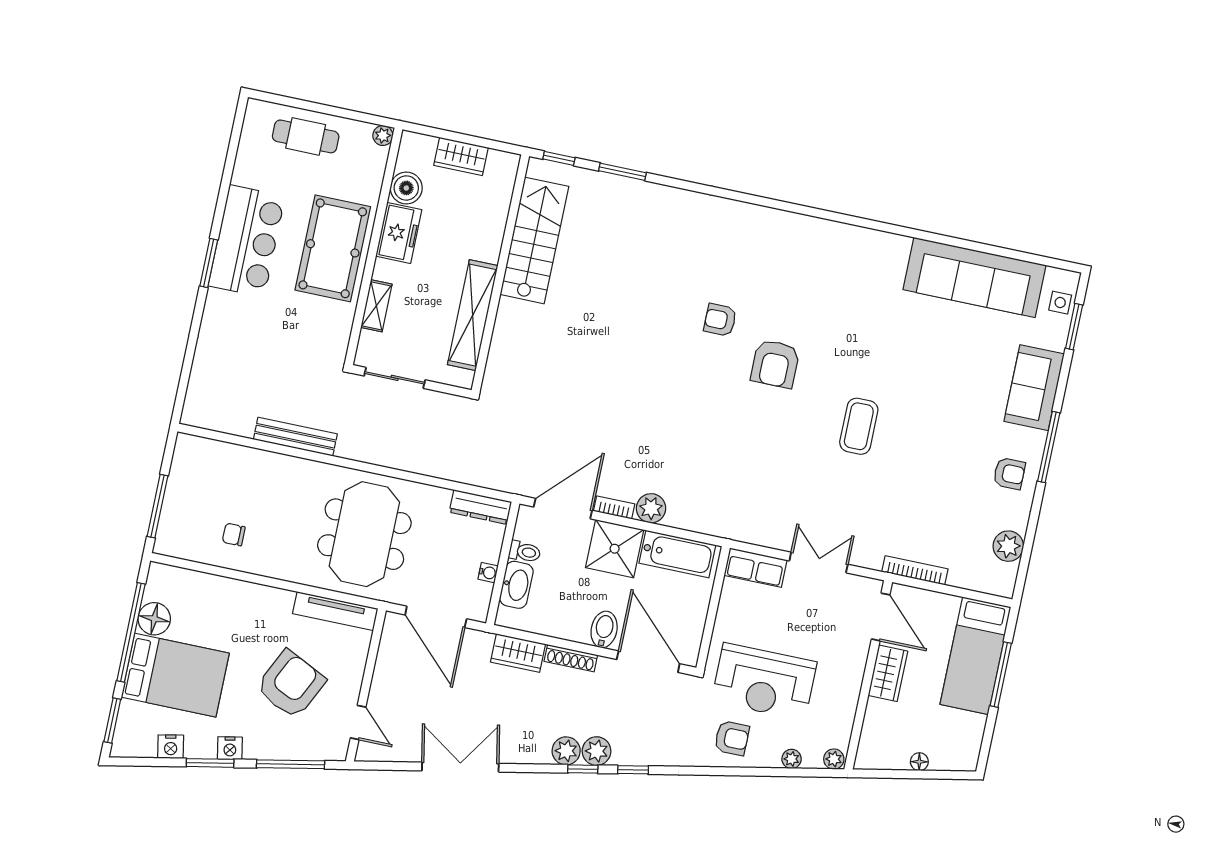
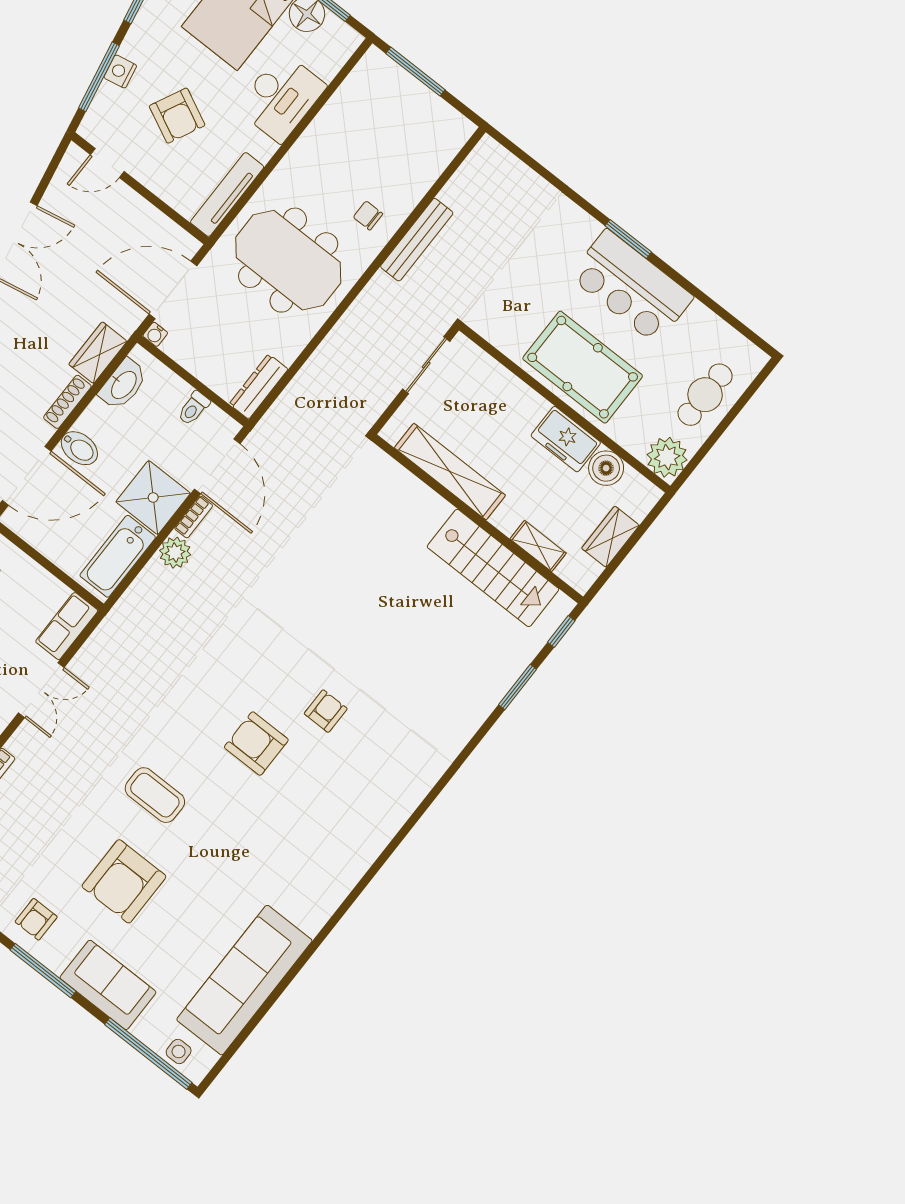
plant: (383, 135) -> (667, 457), width x1.88, depth x1.88
shelving: (376, 306) -> (538, 546), moved
window: (1074, 327) -> (148, 1053), width x2.11
armchair: (942, 417) -> (124, 881), added
chair: (234, 534) -> (368, 215), moved, turned -90
water cooler: (488, 573) -> (155, 334), moved
washbasin: (516, 585) -> (123, 384), moved, turned -90
desk: (233, 606) -> (281, 97), added
armchair: (291, 684) -> (177, 116), width x0.73, depth x0.73
nightstand: (230, 748) -> (120, 72), moved

